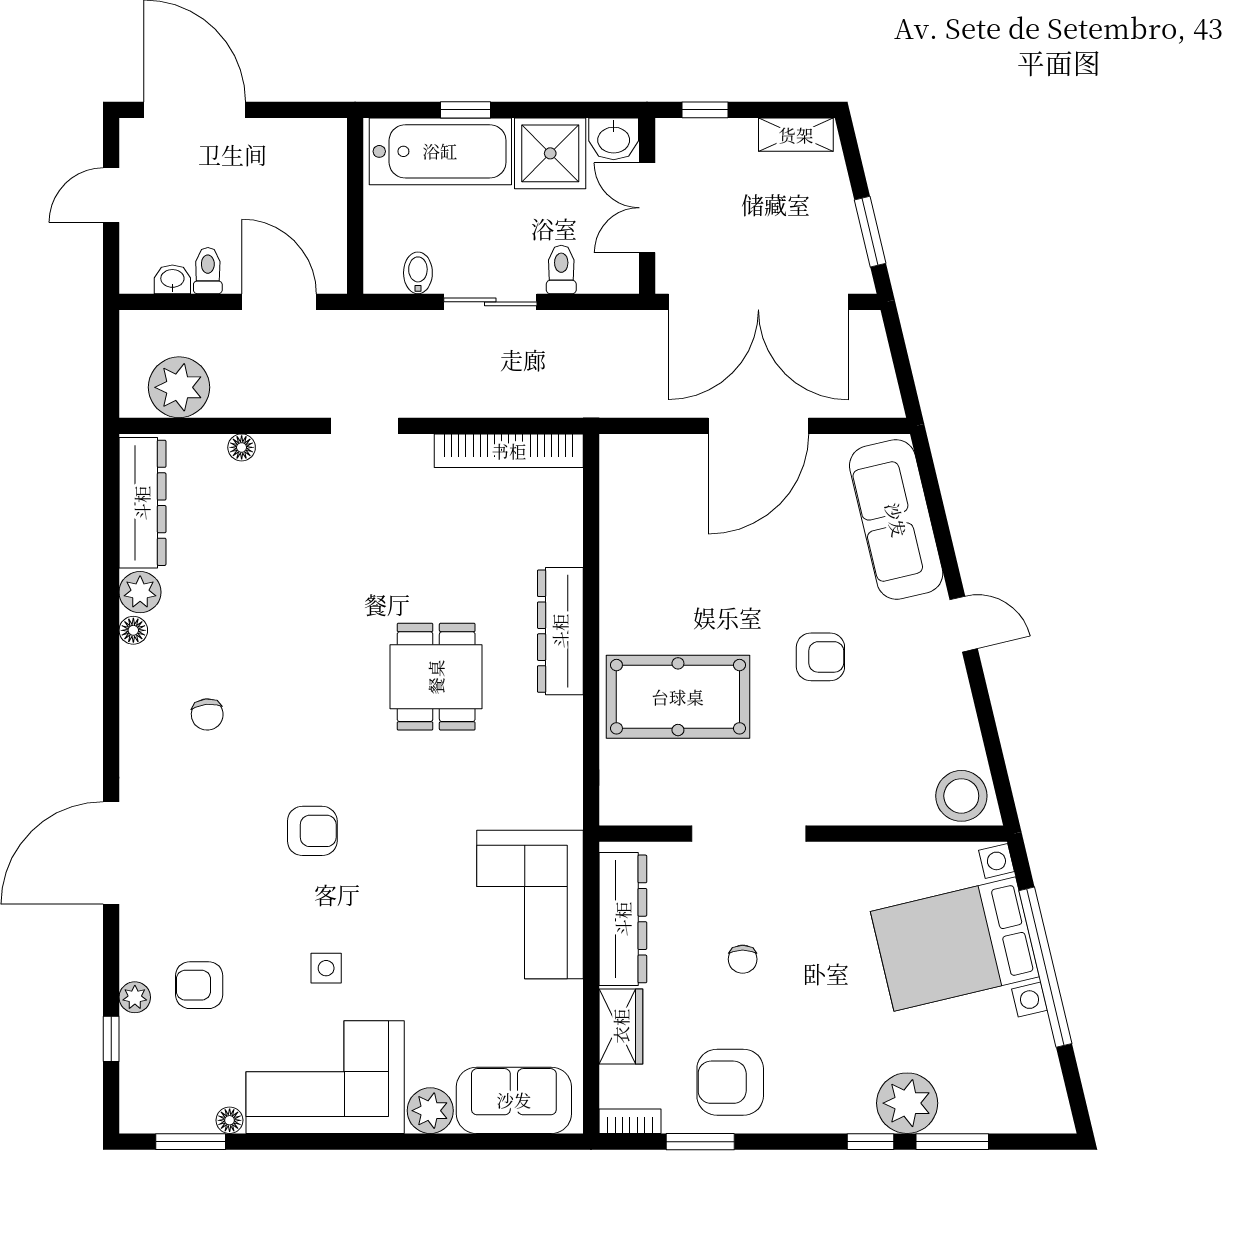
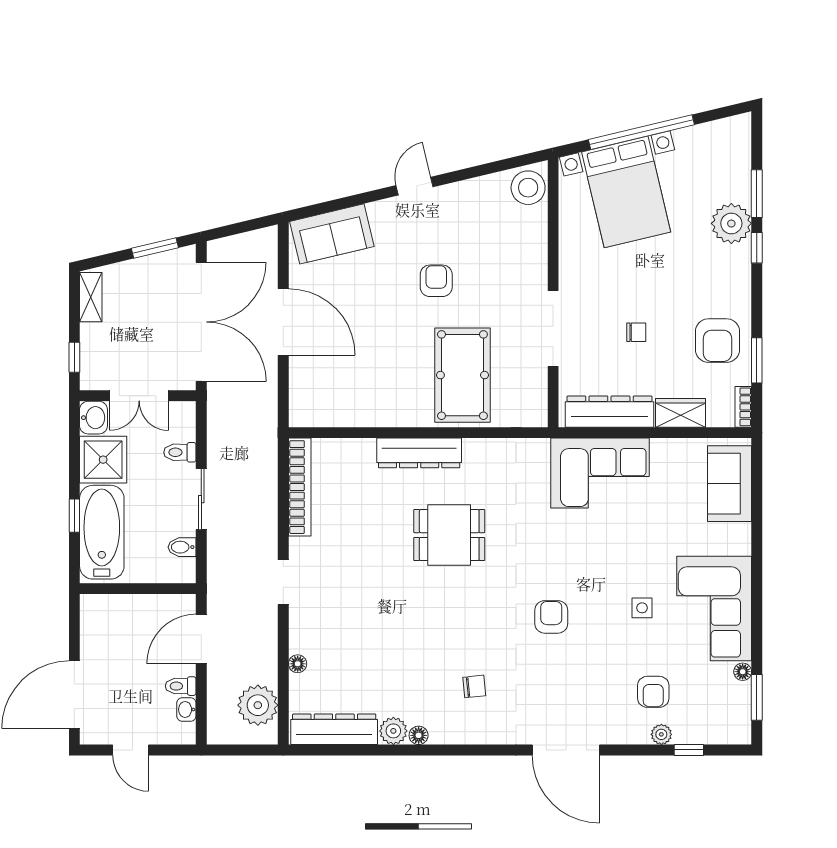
sofa: (896, 520) -> (332, 234), width x0.73
plant: (430, 1111) -> (736, 539), removed

